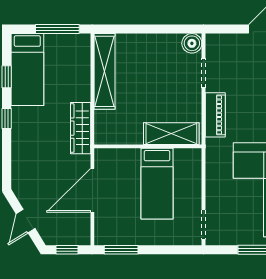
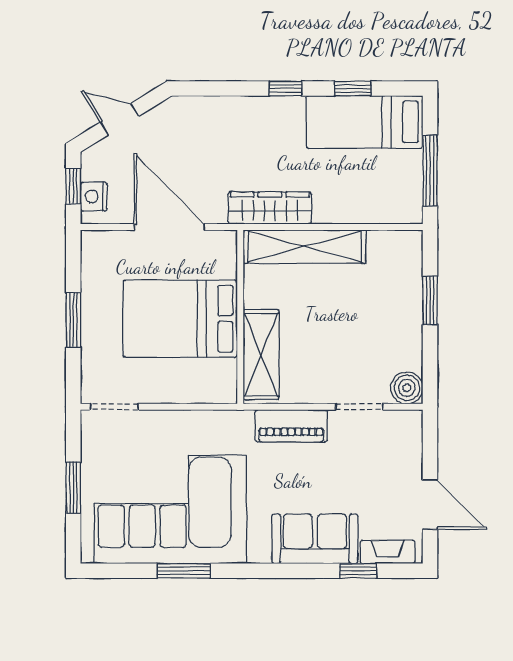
window: (138, 29) -> (430, 300), added
shelving: (104, 71) -> (304, 247), moved
bed: (157, 184) -> (180, 319), width x1.50
nightstand: (73, 237) -> (94, 197), added
window: (121, 250) -> (73, 320), moved

